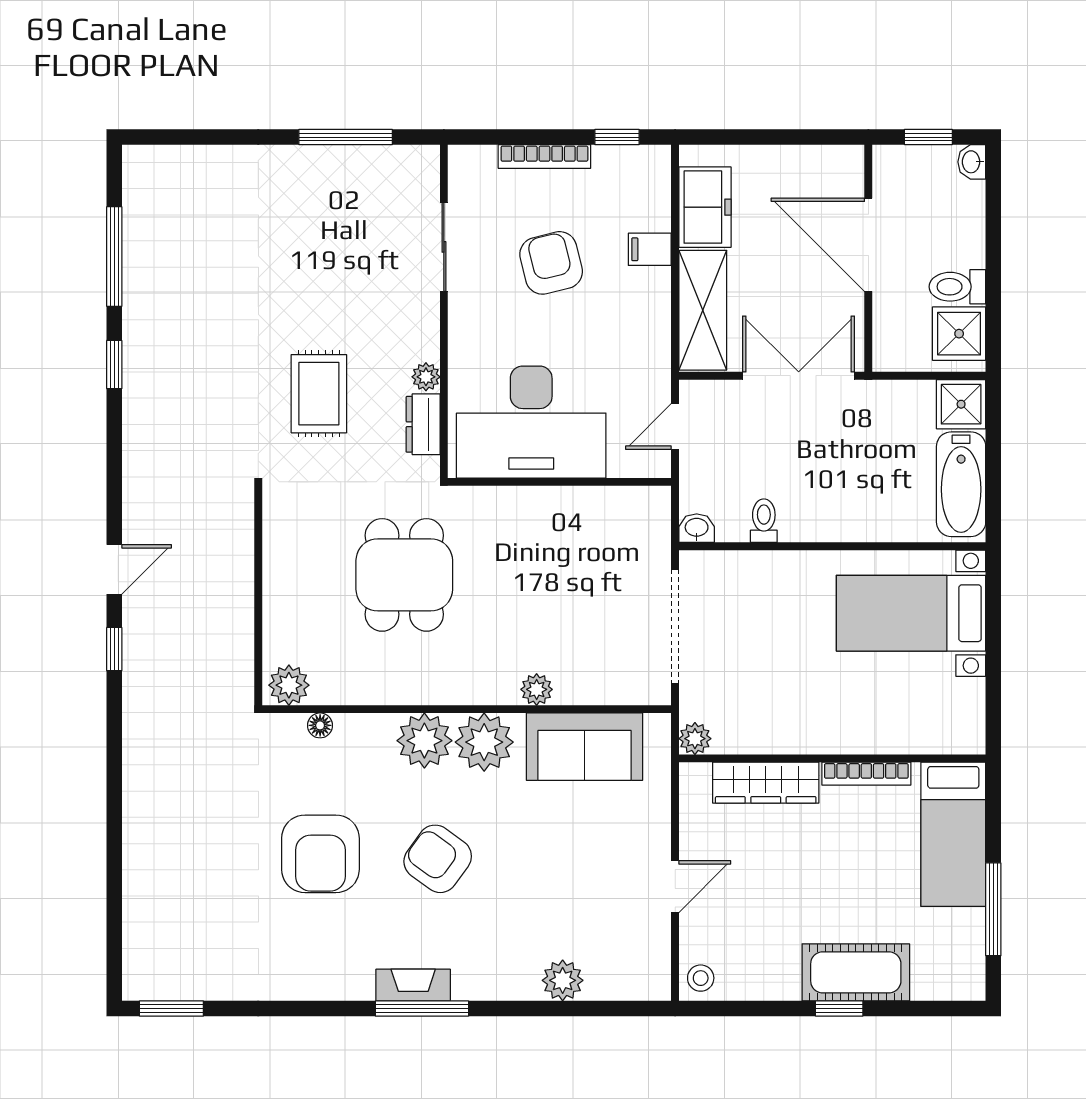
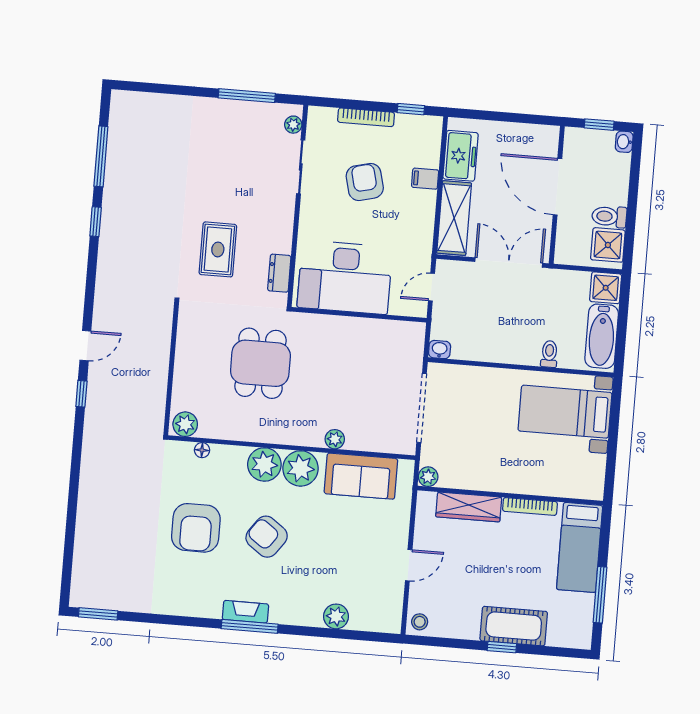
plant: (426, 377) -> (293, 125), moved
toilet: (764, 521) -> (549, 354), moved

